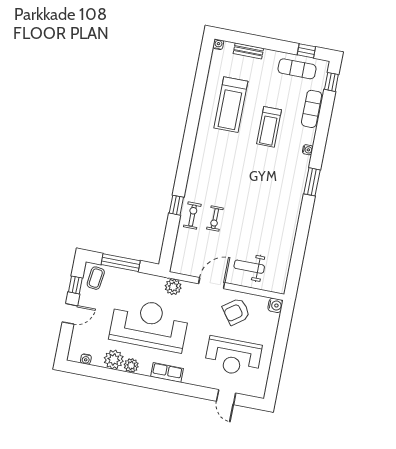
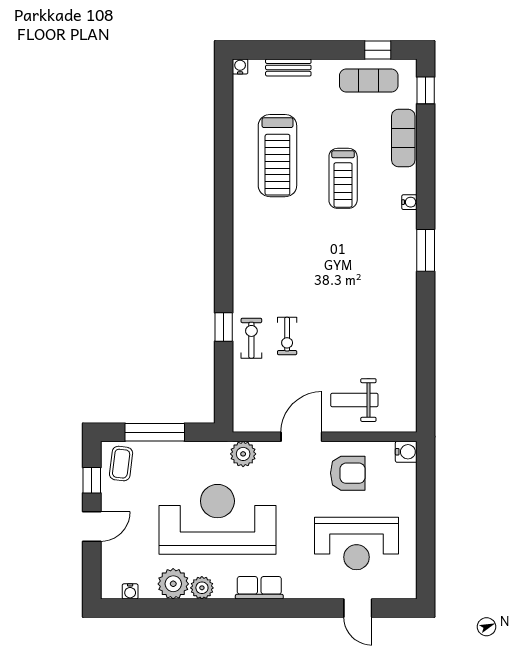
armchair: (236, 312) -> (348, 473), turned -144

